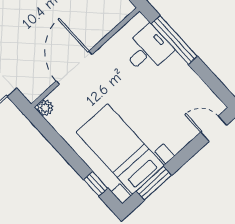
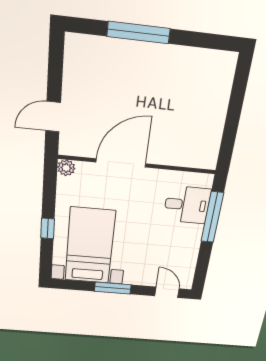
window: (154, 183) -> (113, 288), moved
window: (96, 184) -> (48, 229), moved

